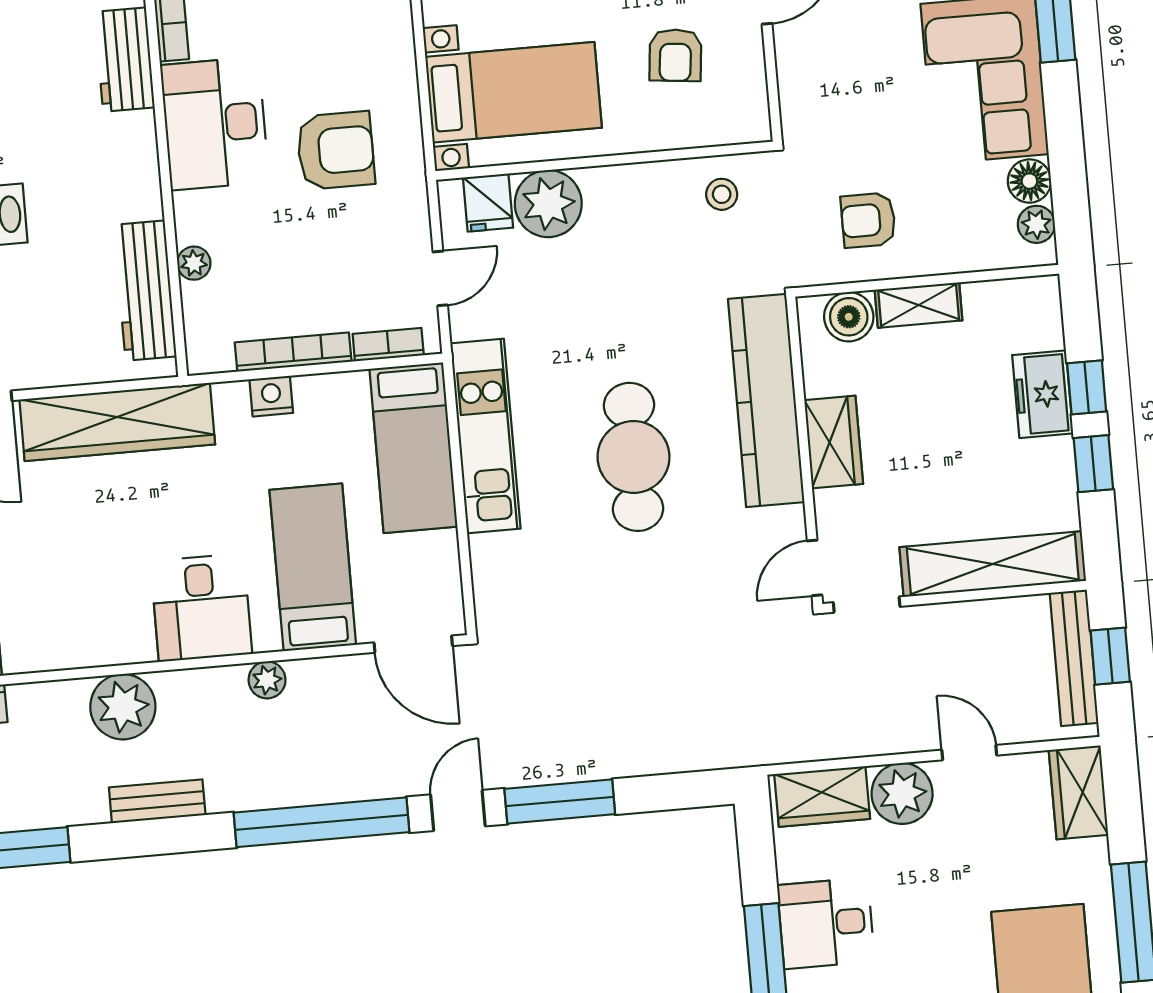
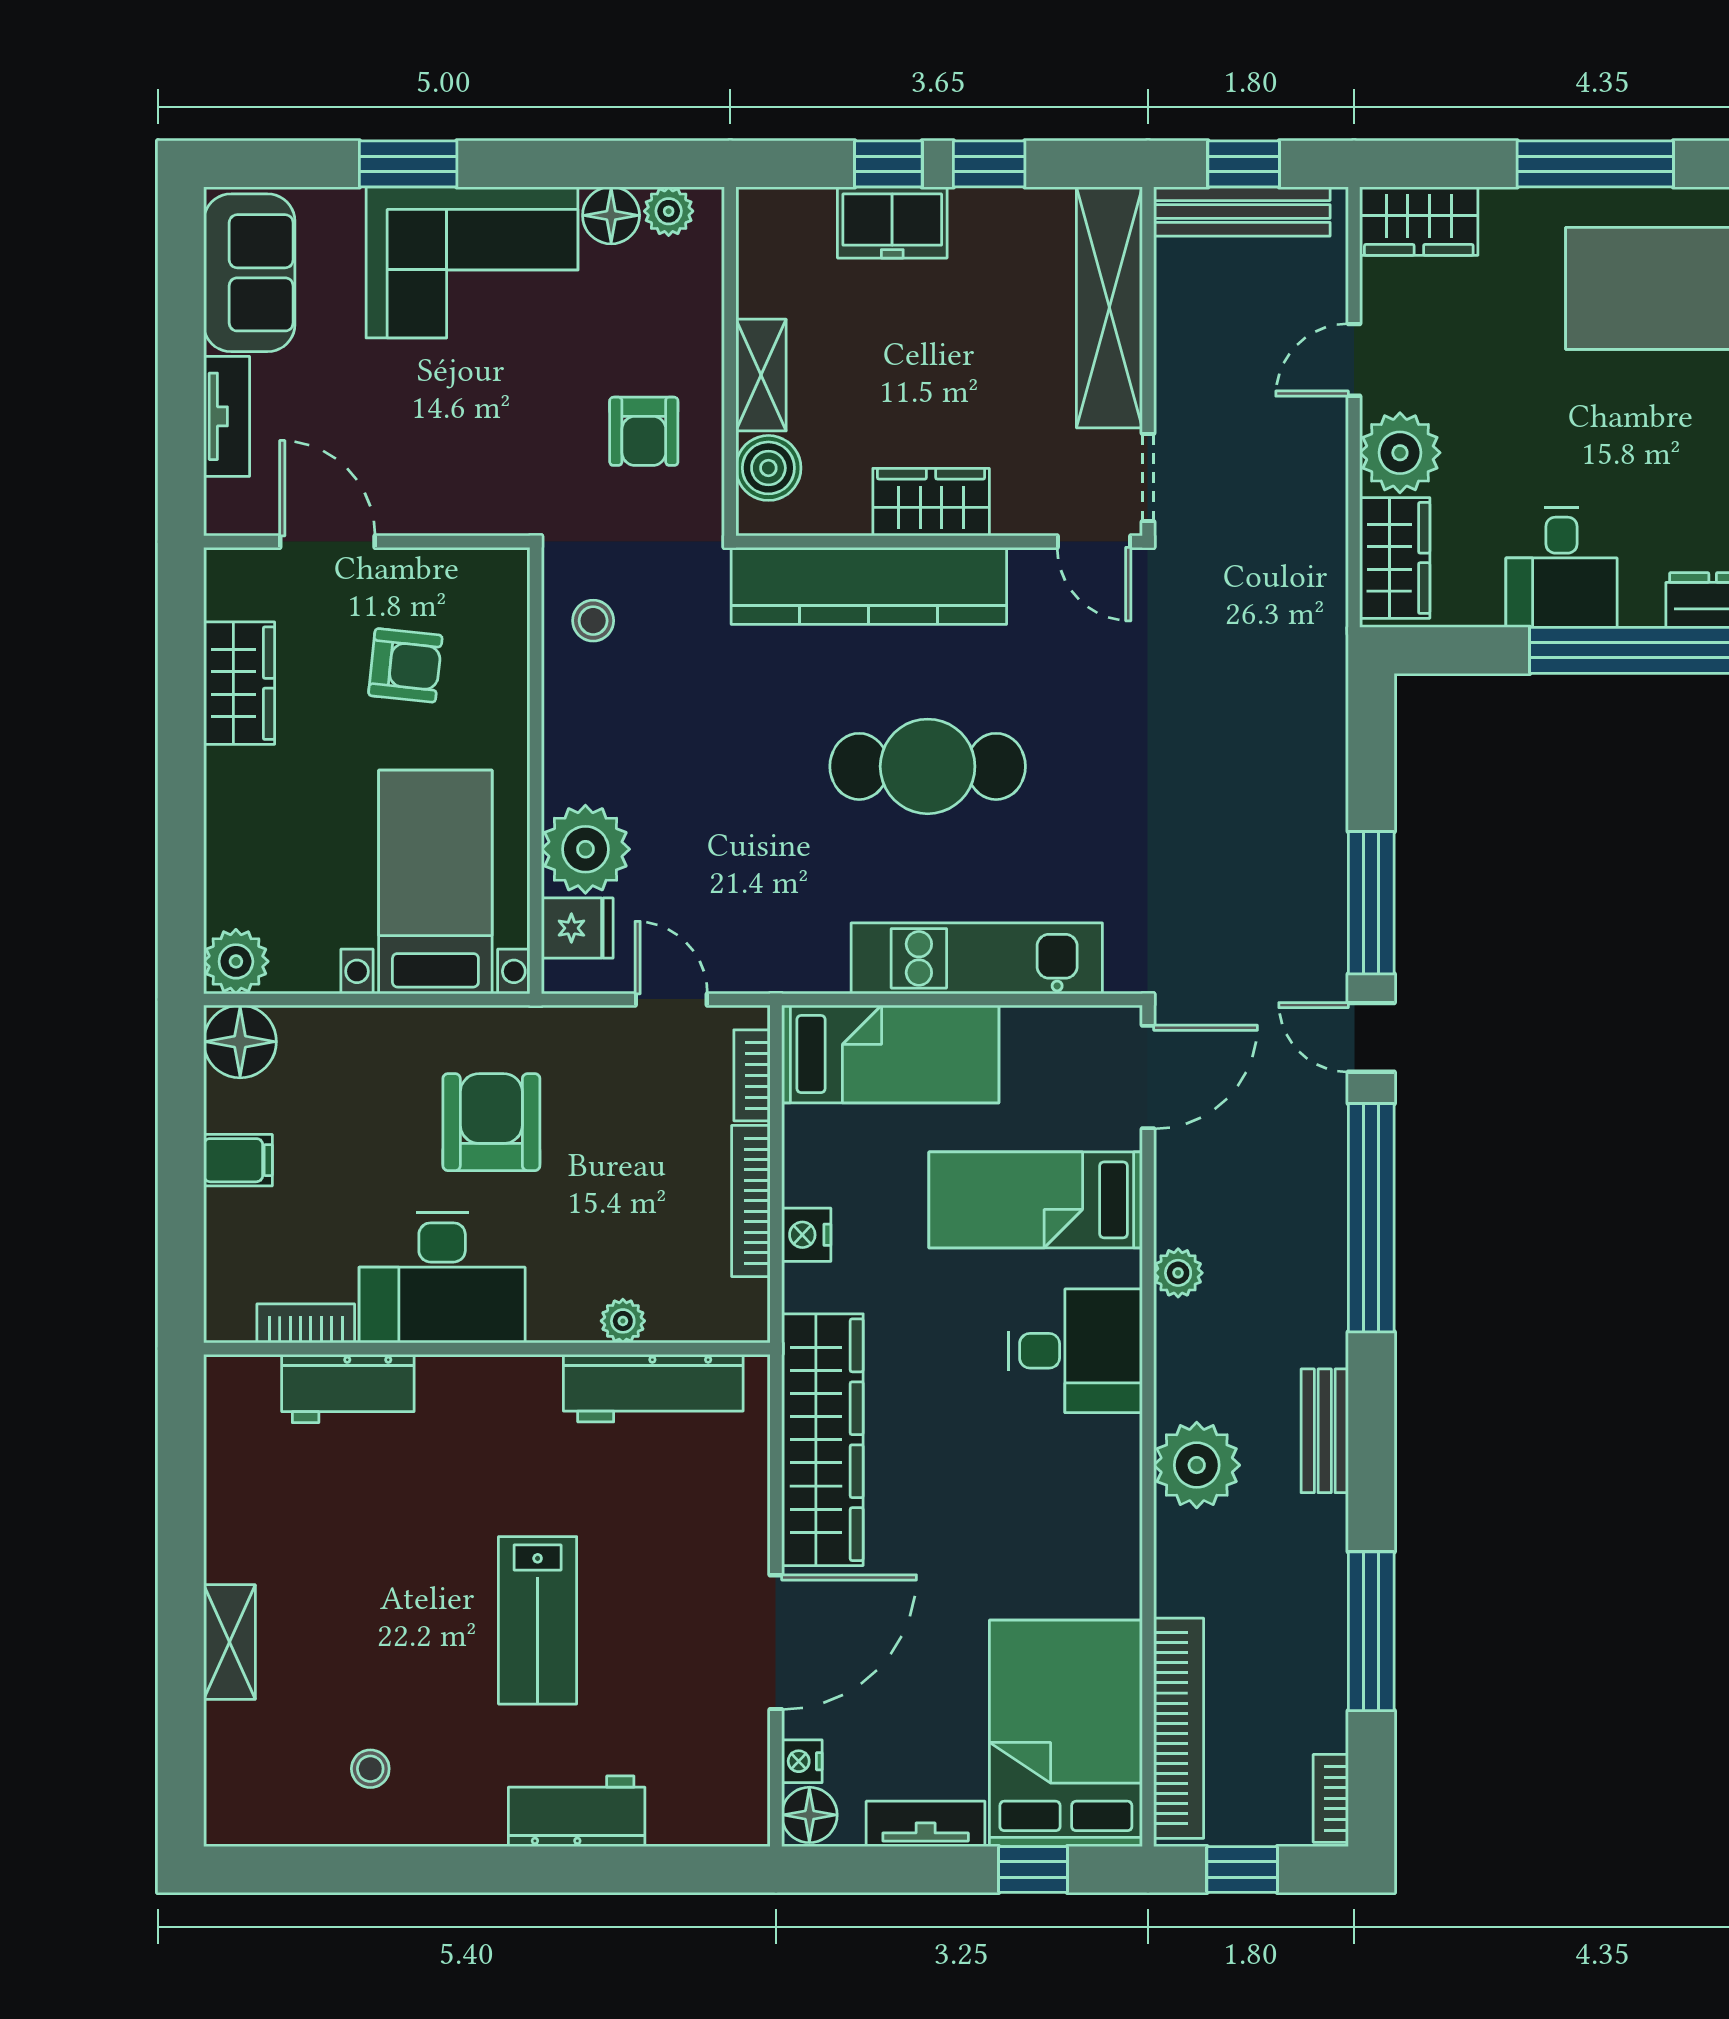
kitchen unit: (485, 436) -> (977, 958), moved

